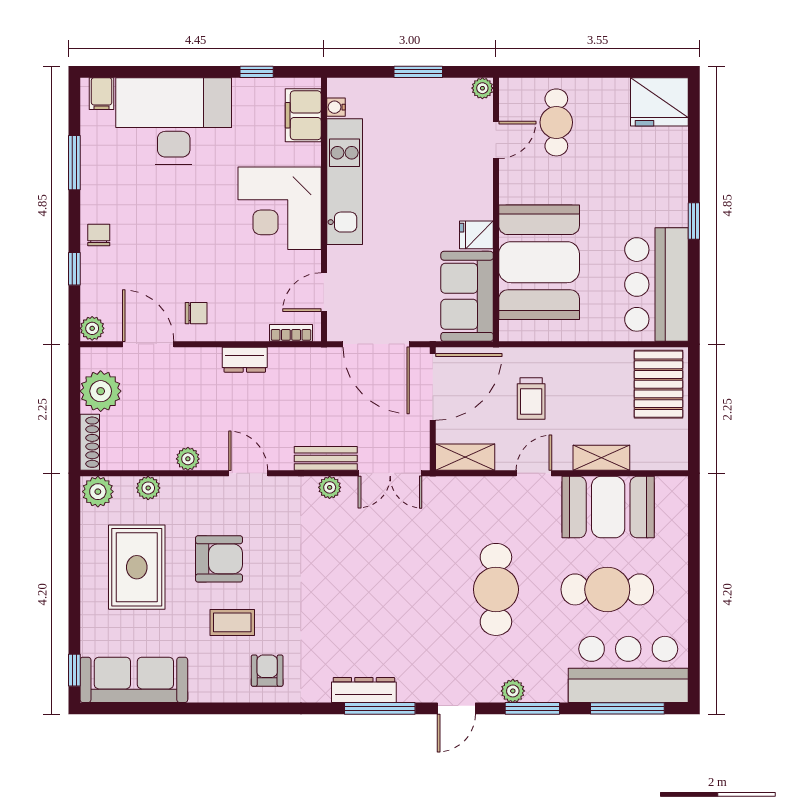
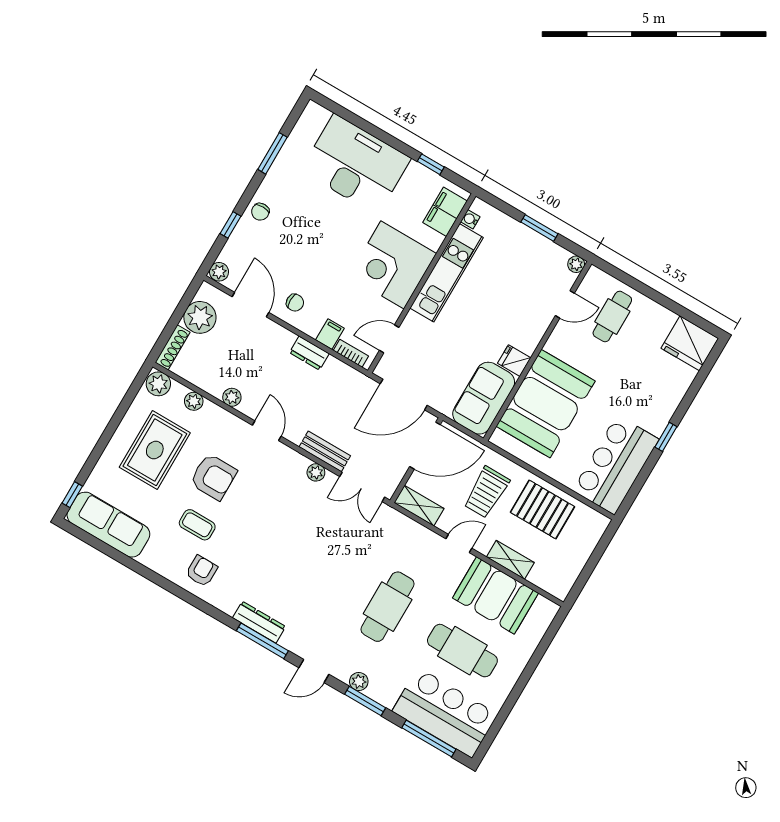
filing cabinet: (102, 94) -> (330, 334), moved, turned 180
chair: (99, 235) -> (260, 212), turned 180
door: (376, 344) -> (404, 395), hinge flipped
pallet: (658, 384) -> (542, 509), moved, turned 90
trolley: (531, 399) -> (486, 492), width x1.36, depth x1.39

